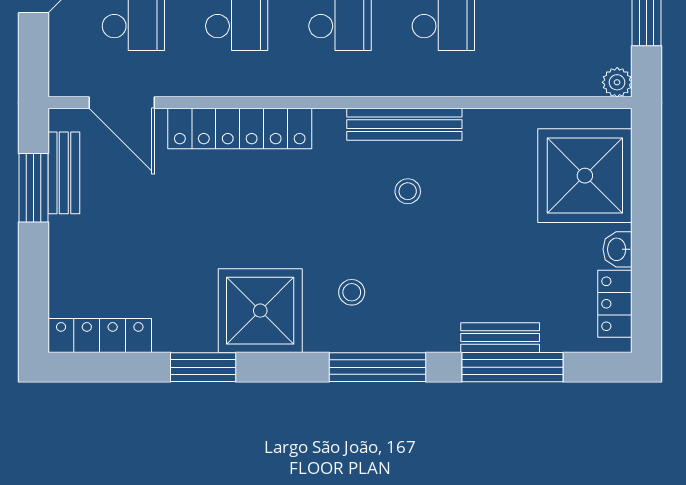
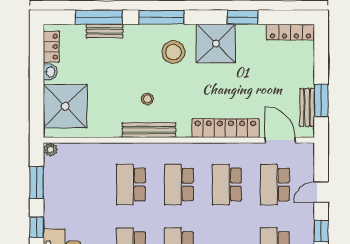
stool: (352, 292) -> (173, 52), width x1.89, depth x1.89

